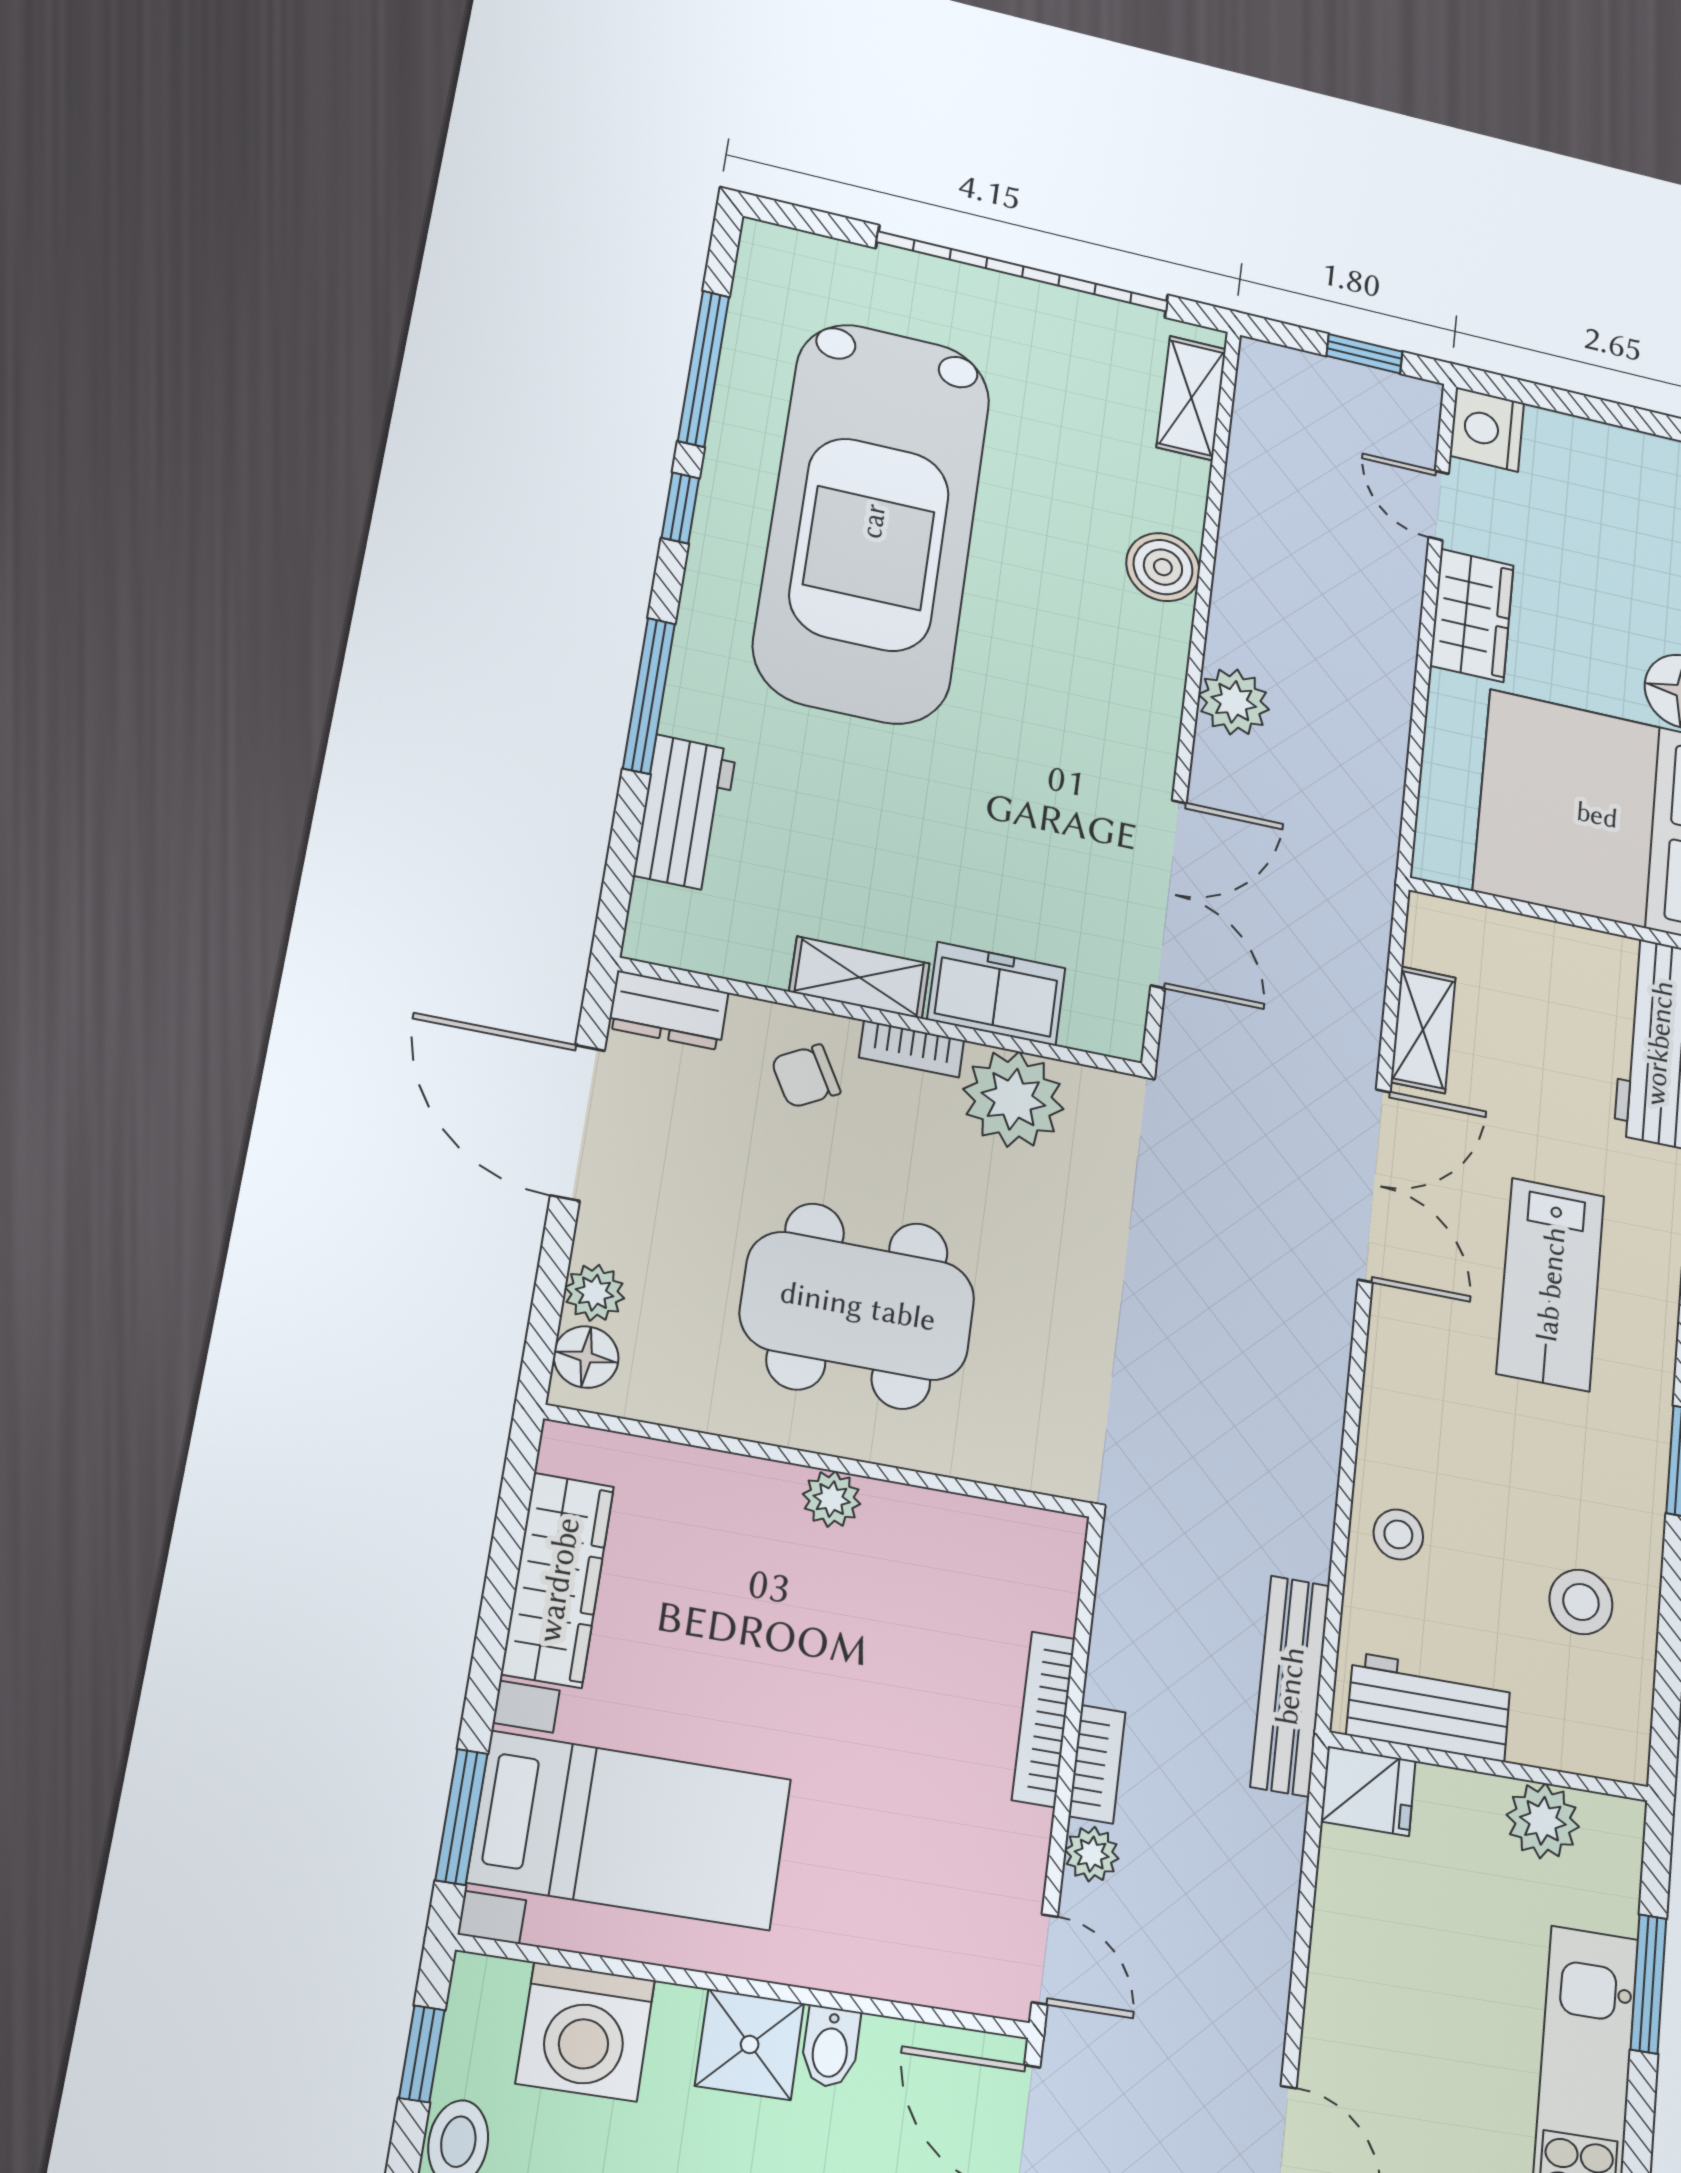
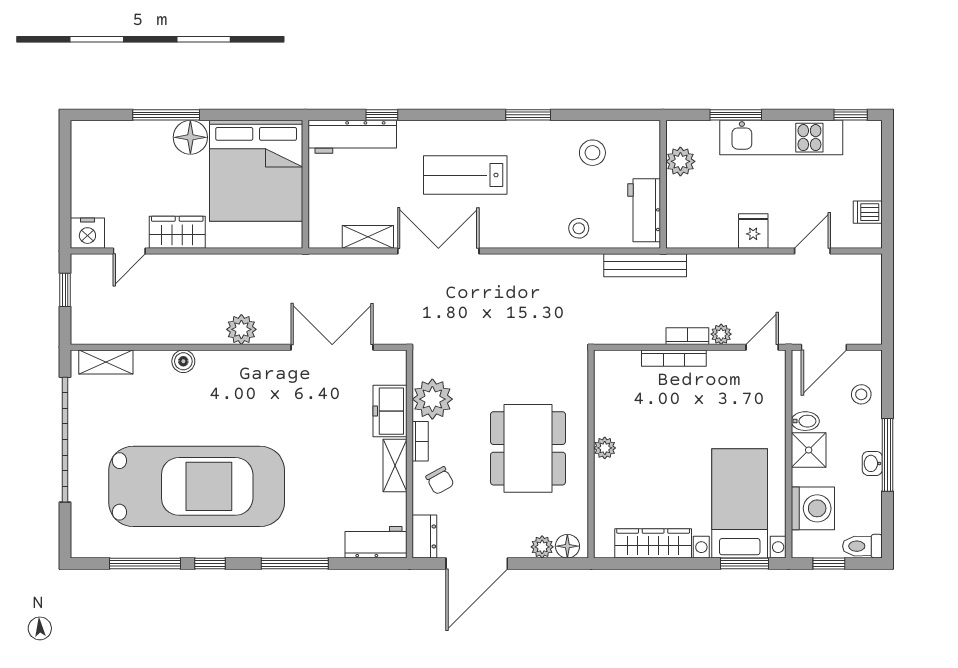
boiler: (1163, 567) -> (183, 361), width x0.73, depth x0.73
workbench: (685, 813) -> (376, 542), moved
lab bench: (1551, 1284) -> (465, 175), turned 180
fridge: (1368, 1791) -> (753, 231), moved

